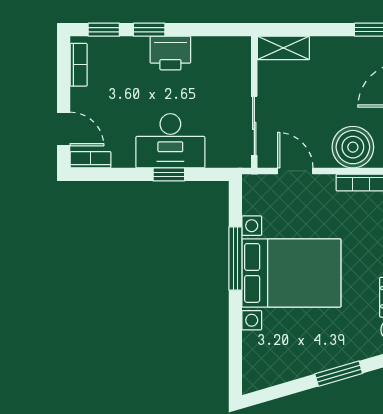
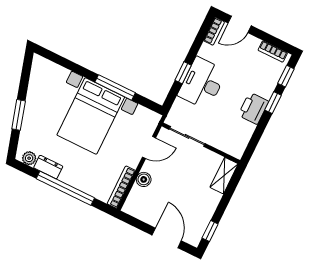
boiler: (353, 147) -> (144, 179), width x0.54, depth x0.54

